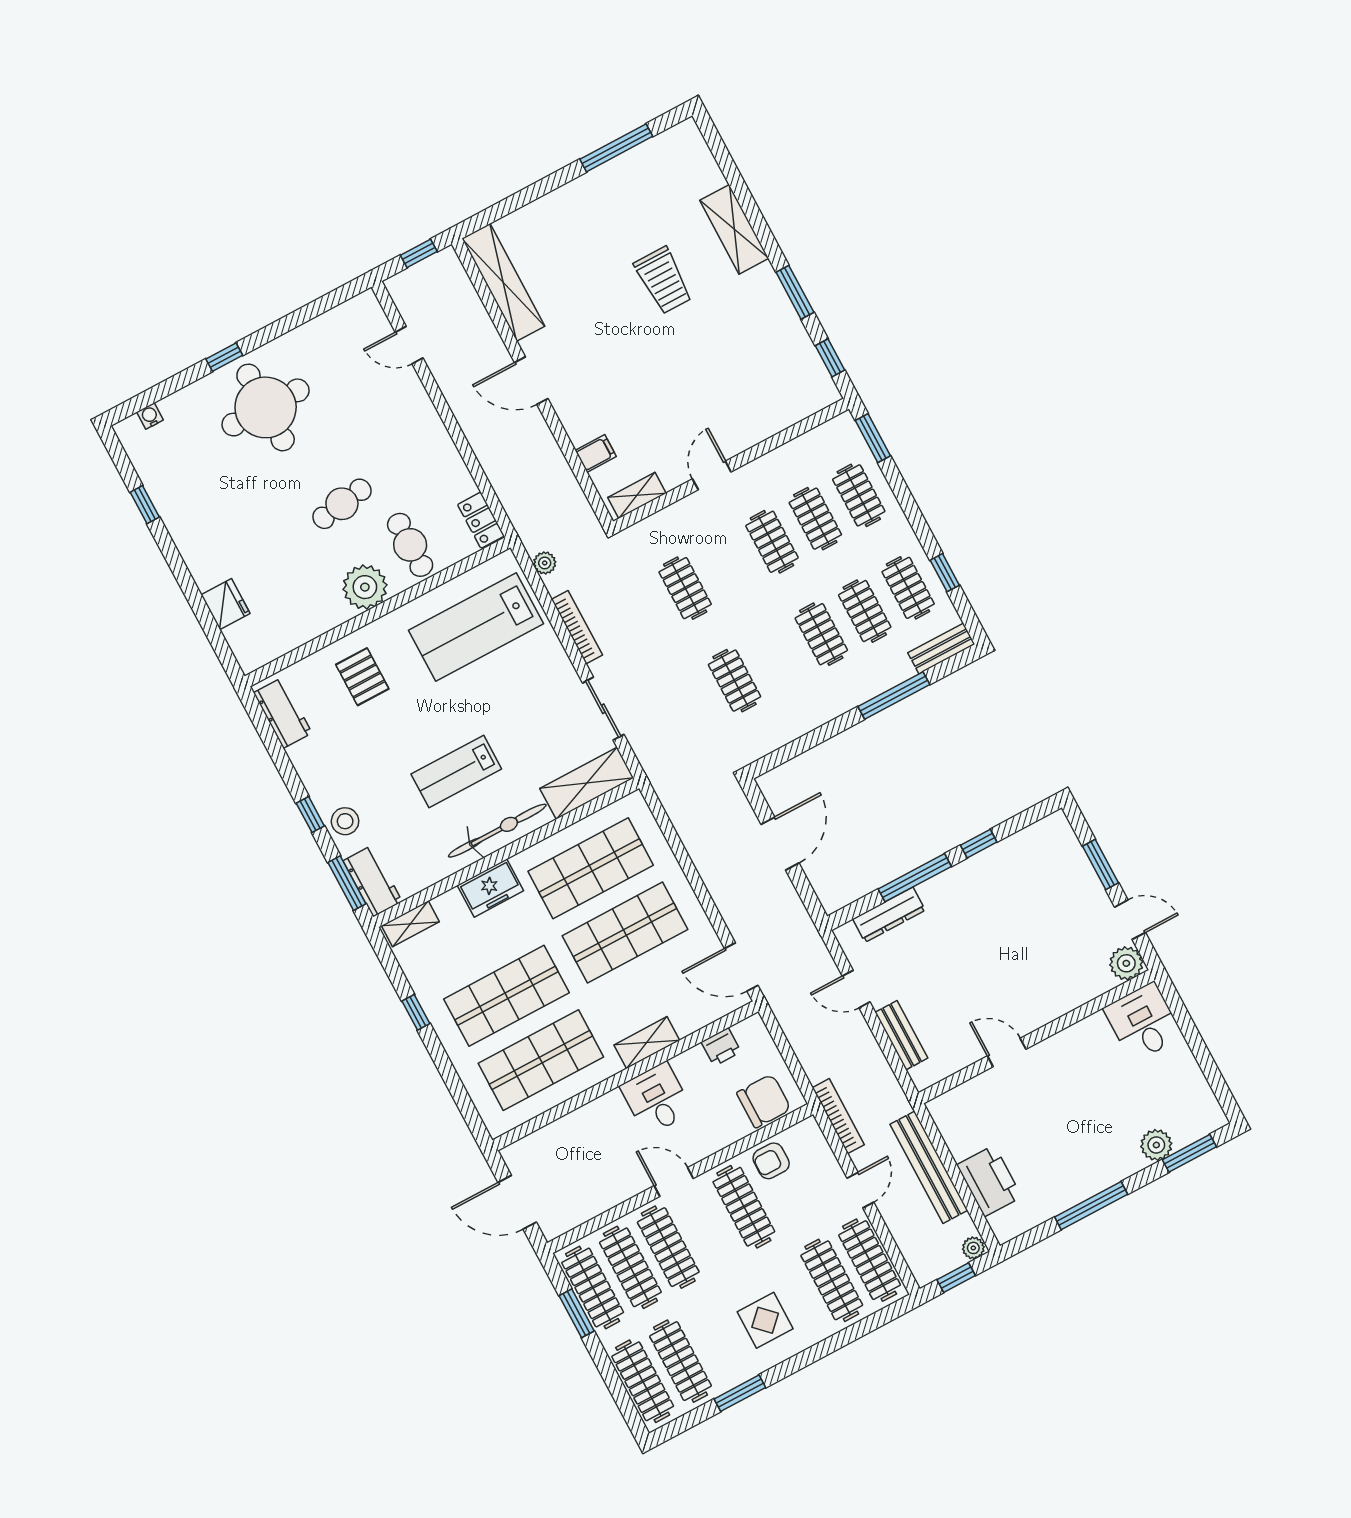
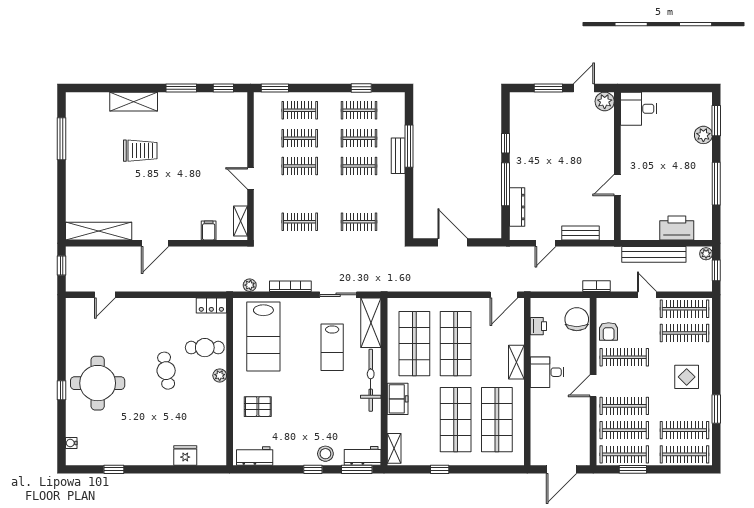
plant: (365, 587) -> (220, 375), width x0.53, depth x0.53
bench: (941, 648) -> (398, 156), moved
lab bench: (456, 772) -> (332, 347), moved
bookcase: (838, 1116) -> (597, 286), width x0.64

